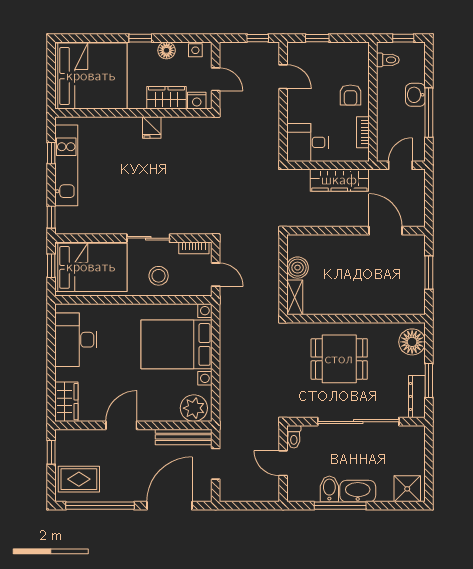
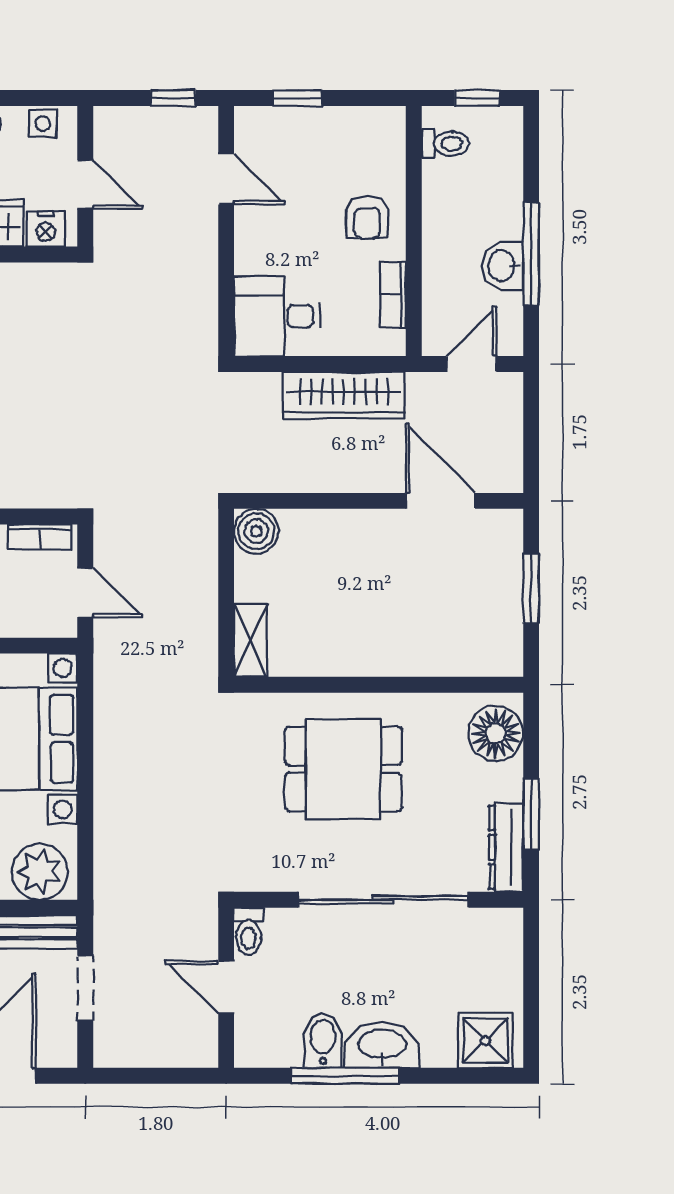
washbasin: (415, 95) -> (503, 266), moved
boiler: (298, 268) -> (256, 531), moved

